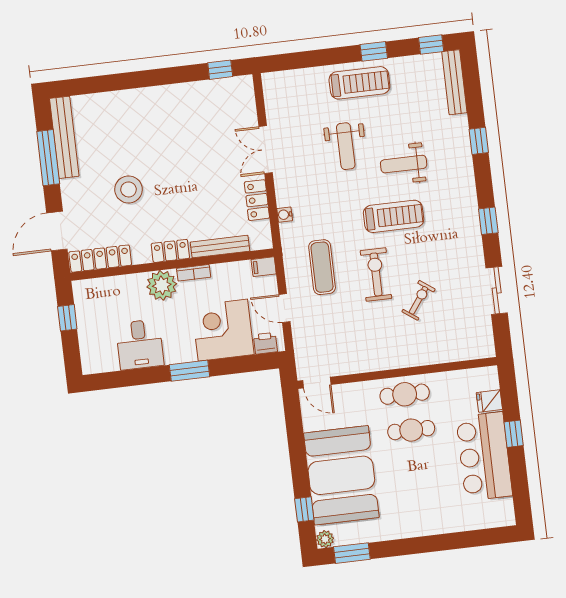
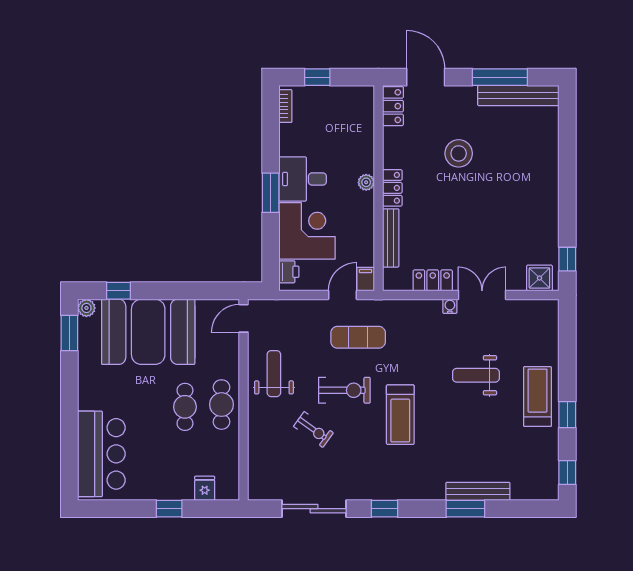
bench: (454, 82) -> (478, 491), moved
treadmill: (359, 83) -> (538, 397), turned 180
shower: (242, 95) -> (539, 278), added
window: (479, 141) -> (465, 509), width x1.50
weight bench: (404, 164) -> (274, 374), moved
water cooler: (285, 215) -> (450, 306), moved
locker: (100, 259) -> (393, 106), width x0.66
bookcase: (194, 273) -> (285, 106), moved, turned 180
plant: (162, 285) -> (366, 182), width x0.53, depth x0.53
sliding door: (497, 290) -> (314, 509), width x1.37
door: (284, 308) -> (343, 295), moved
window: (67, 318) -> (317, 77), moved
desk: (140, 344) -> (303, 179), moved
bar counter: (484, 456) -> (101, 454), moved, turned 90

